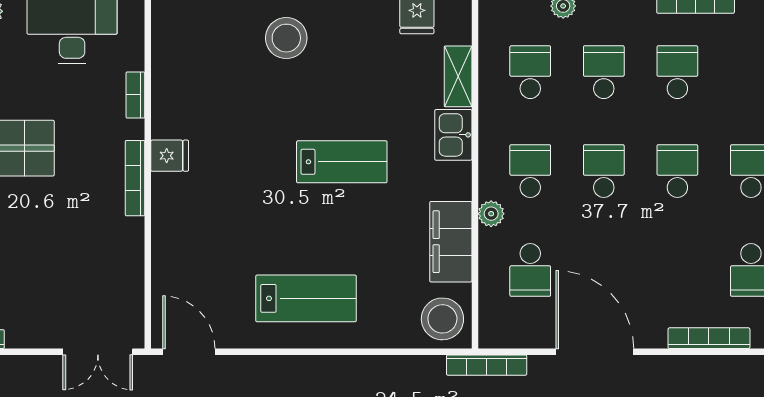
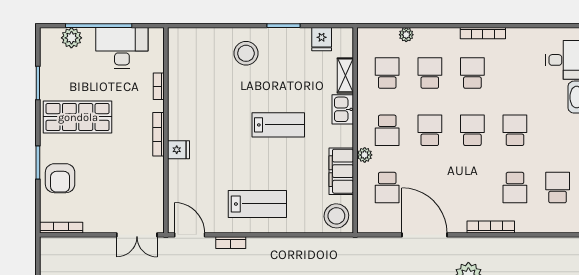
fridge: (170, 156) -> (178, 150), moved
school desk: (530, 171) -> (387, 130), turned 180
bookcase: (487, 365) -> (231, 243), moved, width x0.64

